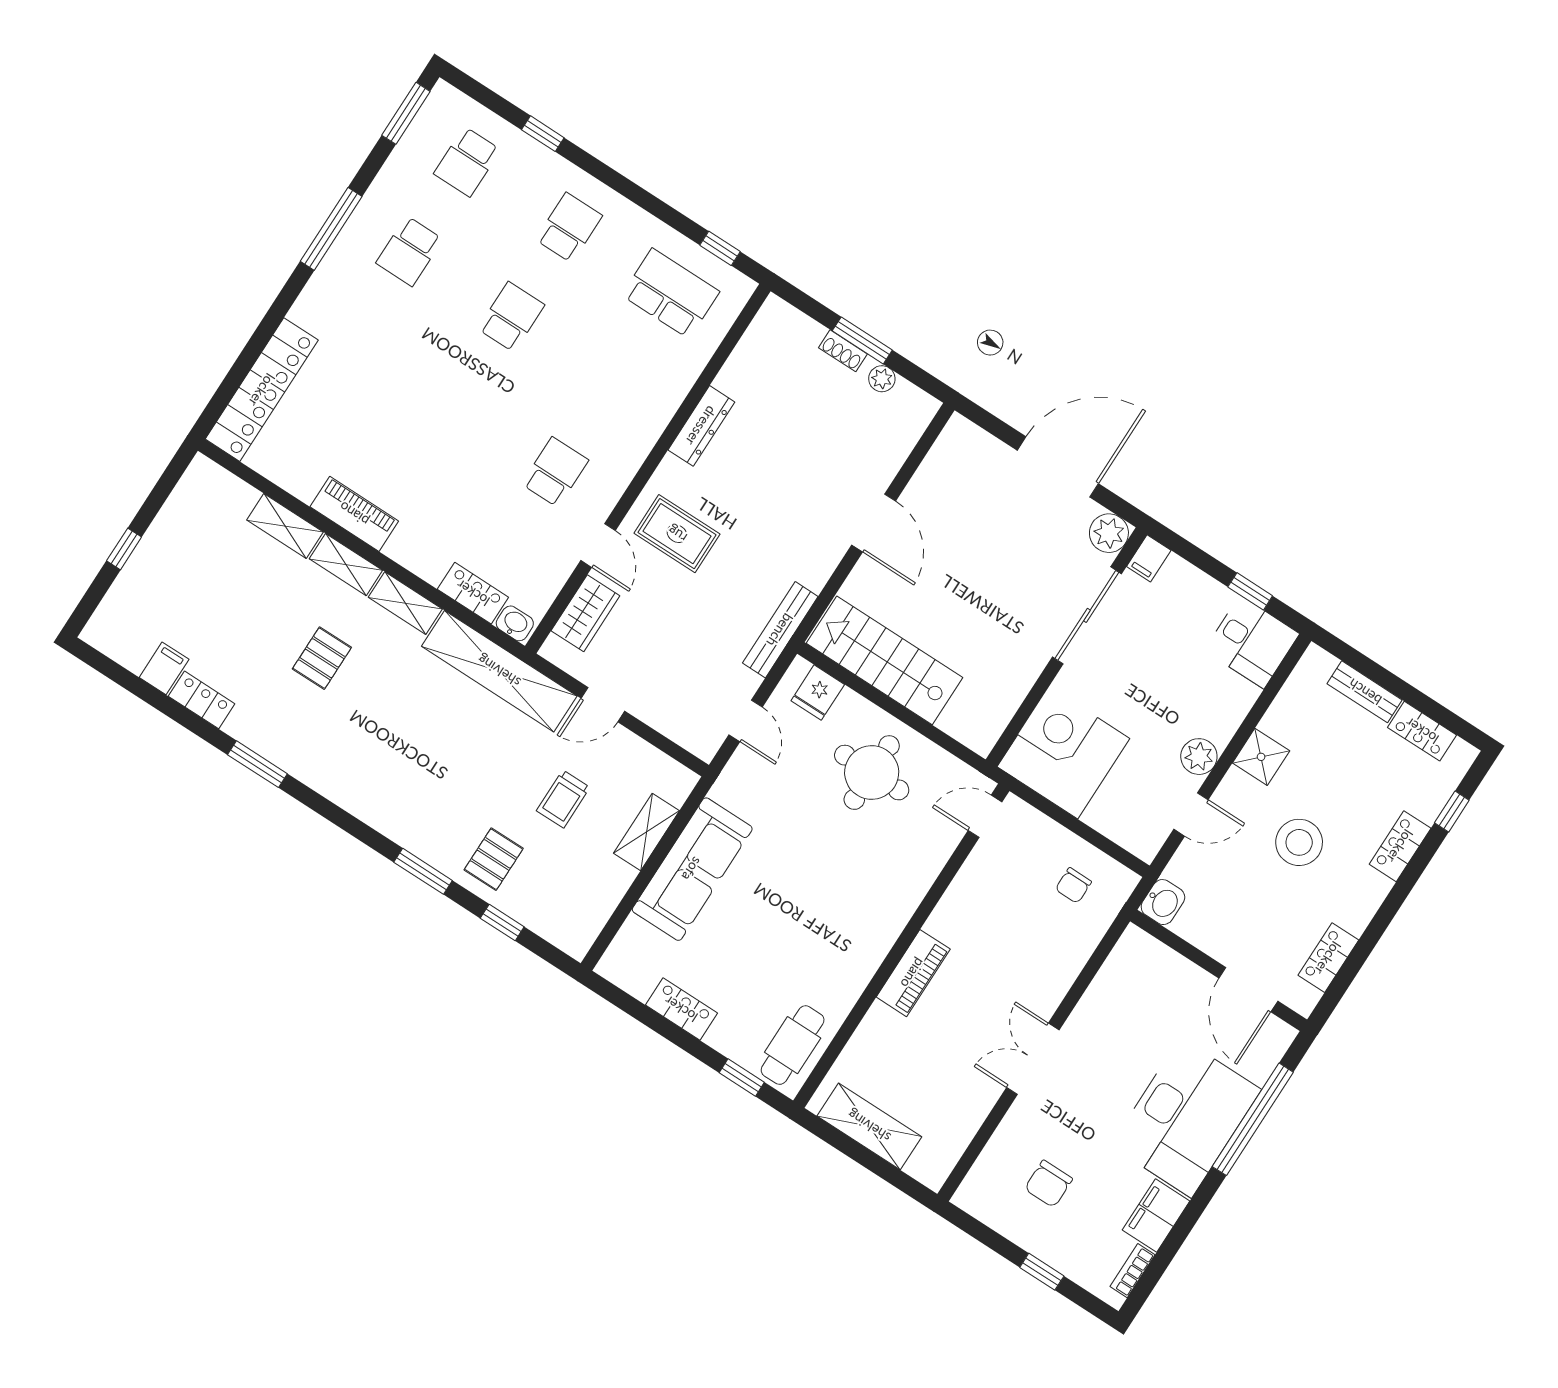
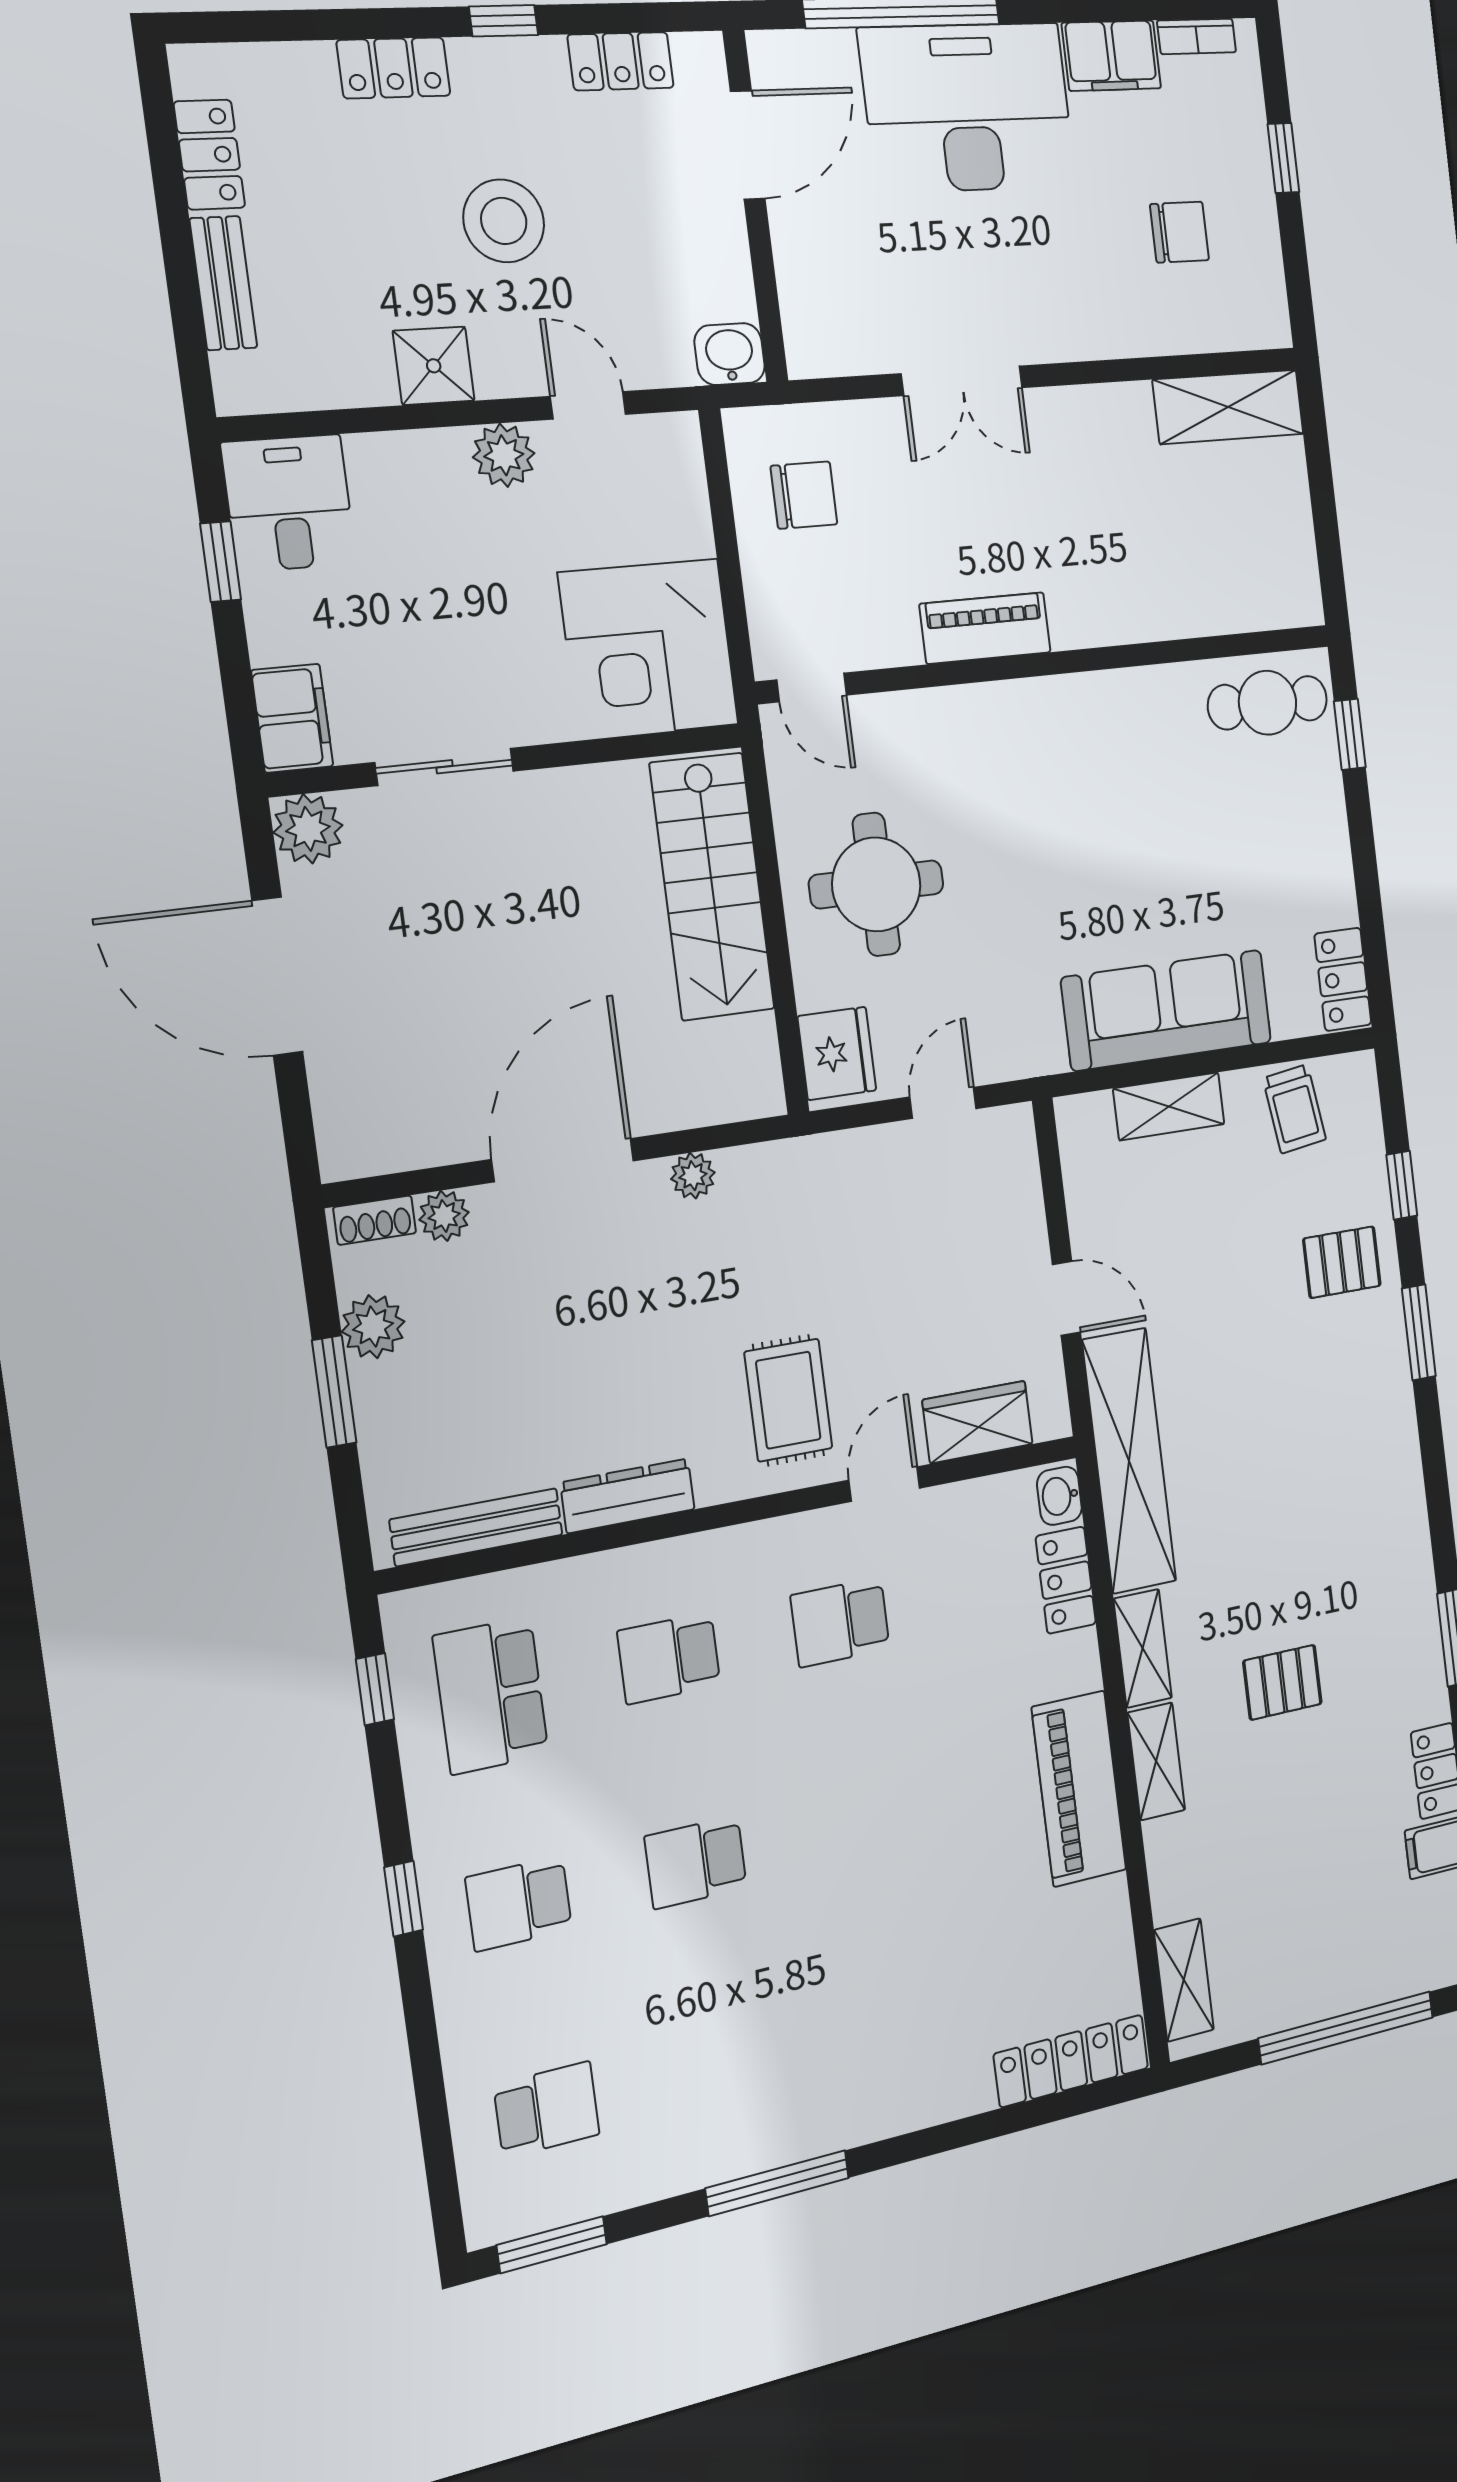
window: (543, 134) -> (404, 1899), moved
school desk: (409, 251) -> (669, 1658), moved, turned 180
shoe rack: (843, 351) -> (375, 1220), moved, turned 90
plant: (882, 379) -> (373, 1327), width x1.38, depth x1.38
locker: (262, 390) -> (1071, 2061), width x0.71, depth x0.83
plant: (895, 451) -> (444, 1216), added
piano: (354, 514) -> (1079, 1789), width x1.37, depth x1.33
door: (874, 523) -> (563, 1160), width x1.36
shelving: (285, 526) -> (1184, 1980), moved
window: (124, 549) -> (1346, 2028), width x3.17
filing cabinet: (1149, 558) -> (292, 718), width x2.00
plant: (816, 575) -> (693, 1176), added
sliding door: (1087, 615) -> (444, 767), width x0.73
bench: (780, 630) -> (476, 1527), moved
stairs: (885, 660) -> (712, 886), moved
fridge: (818, 693) -> (837, 1053), width x1.38
trolley: (563, 799) -> (1294, 1109), moved, turned 82
window: (1452, 812) -> (504, 21), moved
chair: (1073, 885) -> (804, 495), width x1.37, depth x1.37
piano: (913, 973) -> (985, 628), moved
locker: (681, 1009) -> (1343, 979), moved
double door: (1033, 1059) -> (962, 381), moved
shelving: (869, 1126) -> (1228, 407), moved, turned 90

